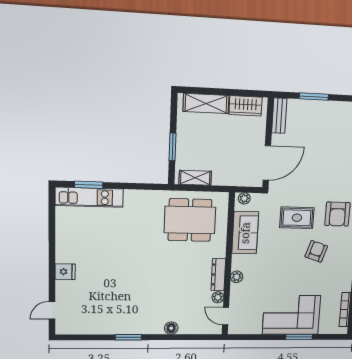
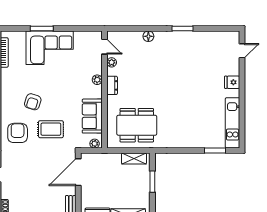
kitchen unit: (89, 197) -> (233, 123), moved, turned -90
dresser: (218, 275) -> (112, 85), width x0.70

